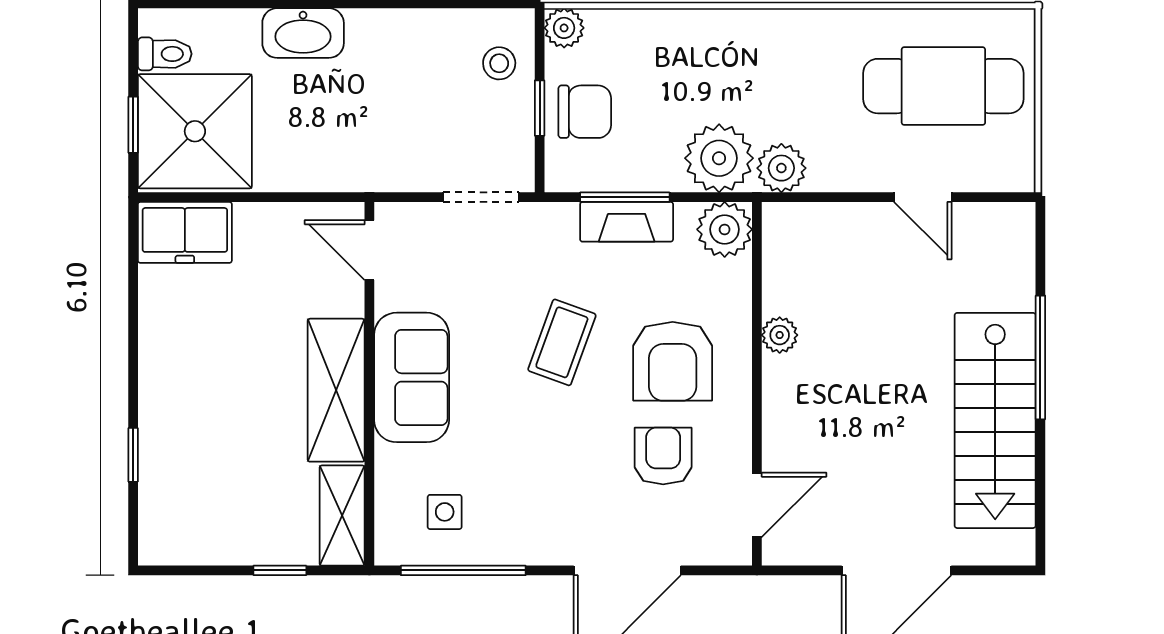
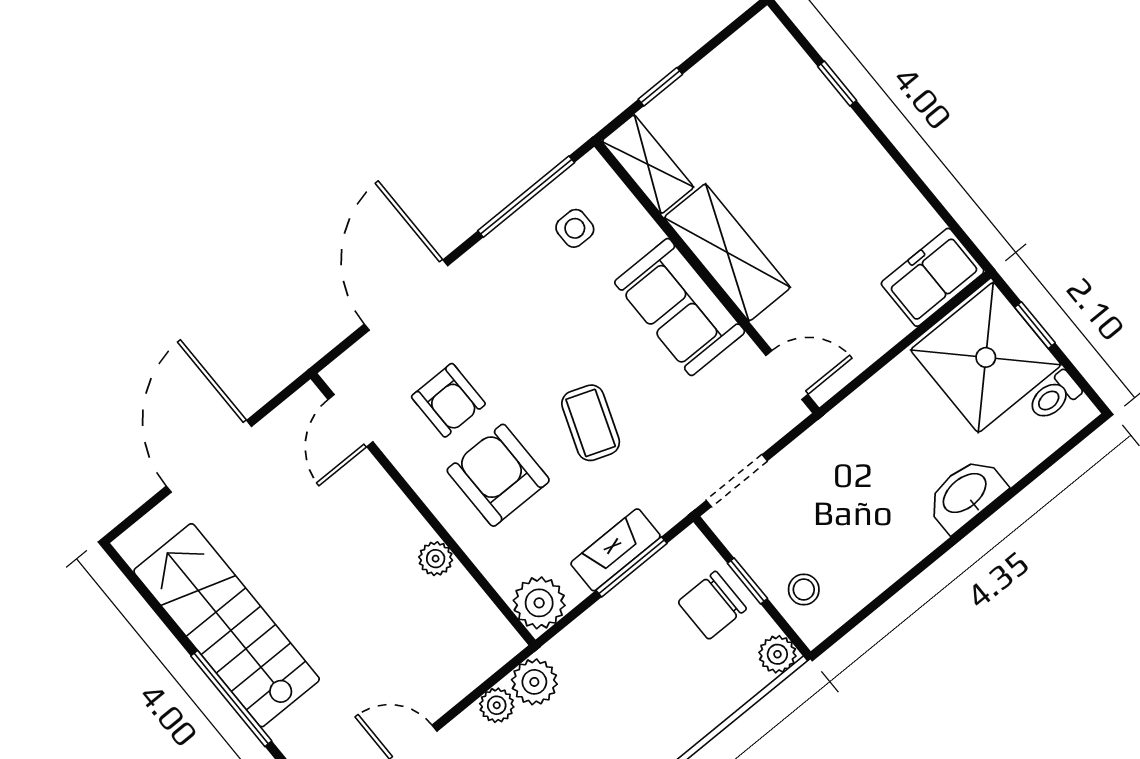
plant: (719, 158) -> (497, 705), moved, width x0.53, depth x0.53

